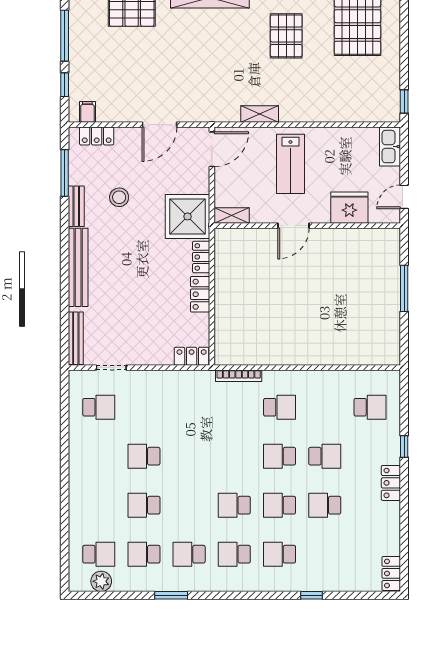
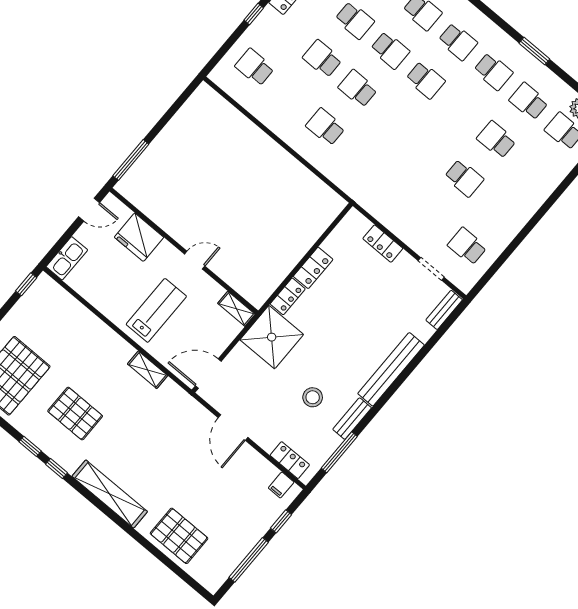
pallet: (286, 36) -> (75, 414), turned 90
door: (159, 125) -> (233, 428), swing flipped
door: (293, 226) -> (195, 260), width x0.73
window: (404, 288) -> (131, 160), moved
bench: (76, 338) -> (444, 310), width x0.73
locker: (192, 356) -> (383, 244), moved
bookcase: (239, 376) -> (337, 179), removed
school desk: (280, 456) -> (358, 89), turned 180
school desk: (144, 505) -> (496, 140), turned 180
school desk: (144, 554) -> (529, 101), turned 180

